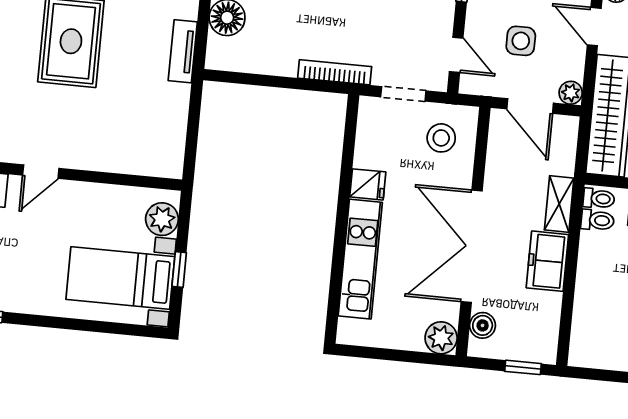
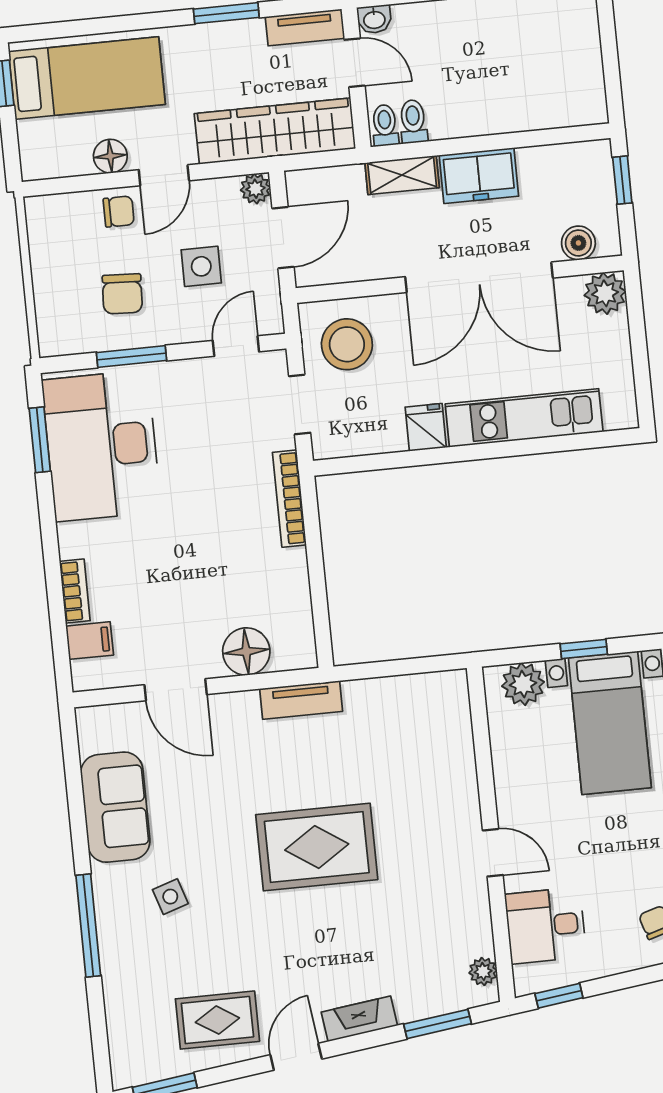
stool: (441, 138) -> (347, 344), width x1.38, depth x1.38

